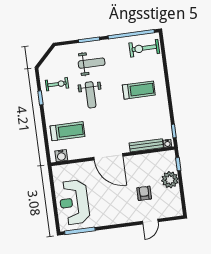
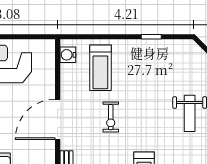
exercise bike: (57, 84) -> (111, 117), moved
weight bench: (91, 95) -> (146, 106), removed

